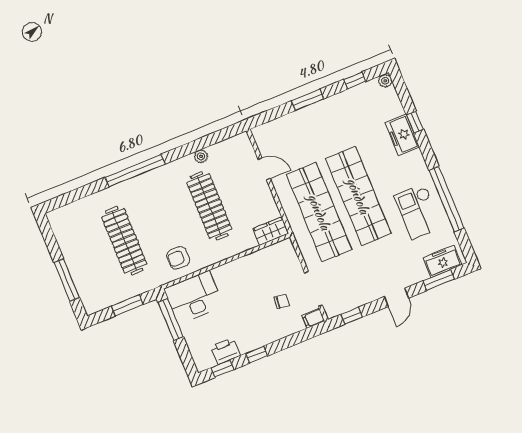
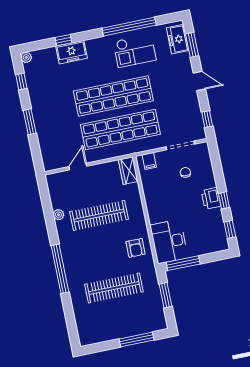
filing cabinet: (313, 318) -> (149, 161), moved
printer: (225, 351) -> (211, 198), moved

